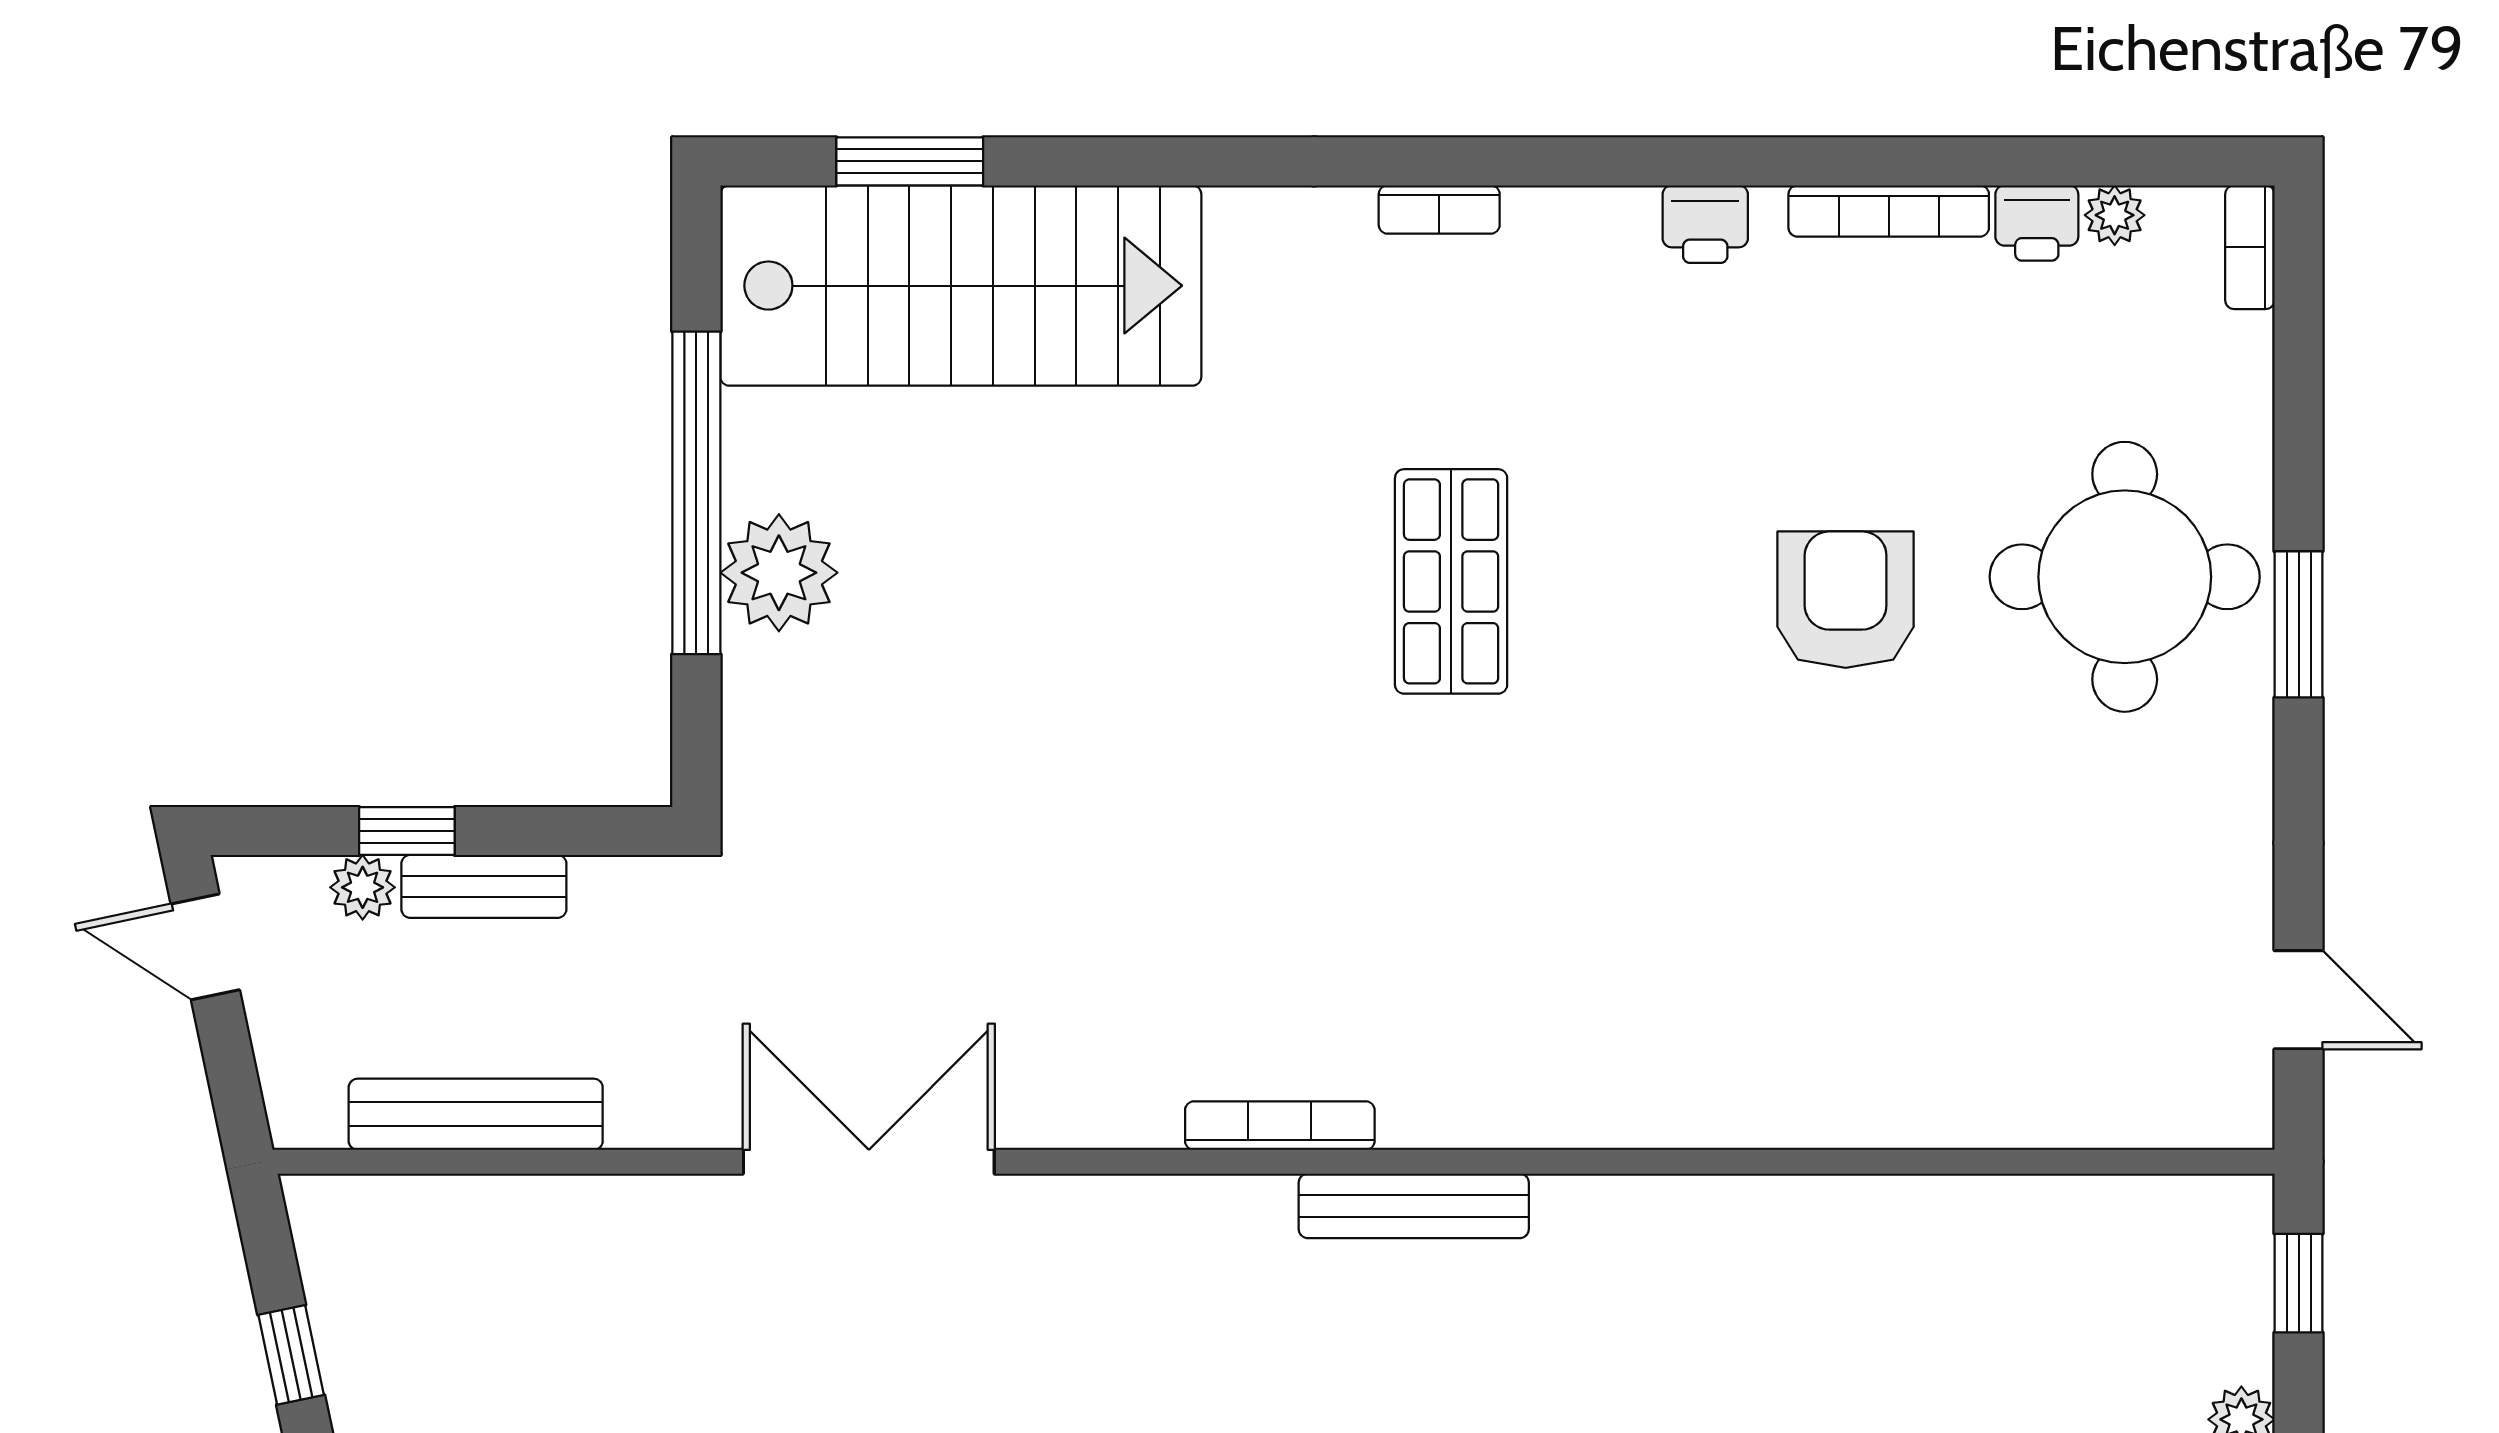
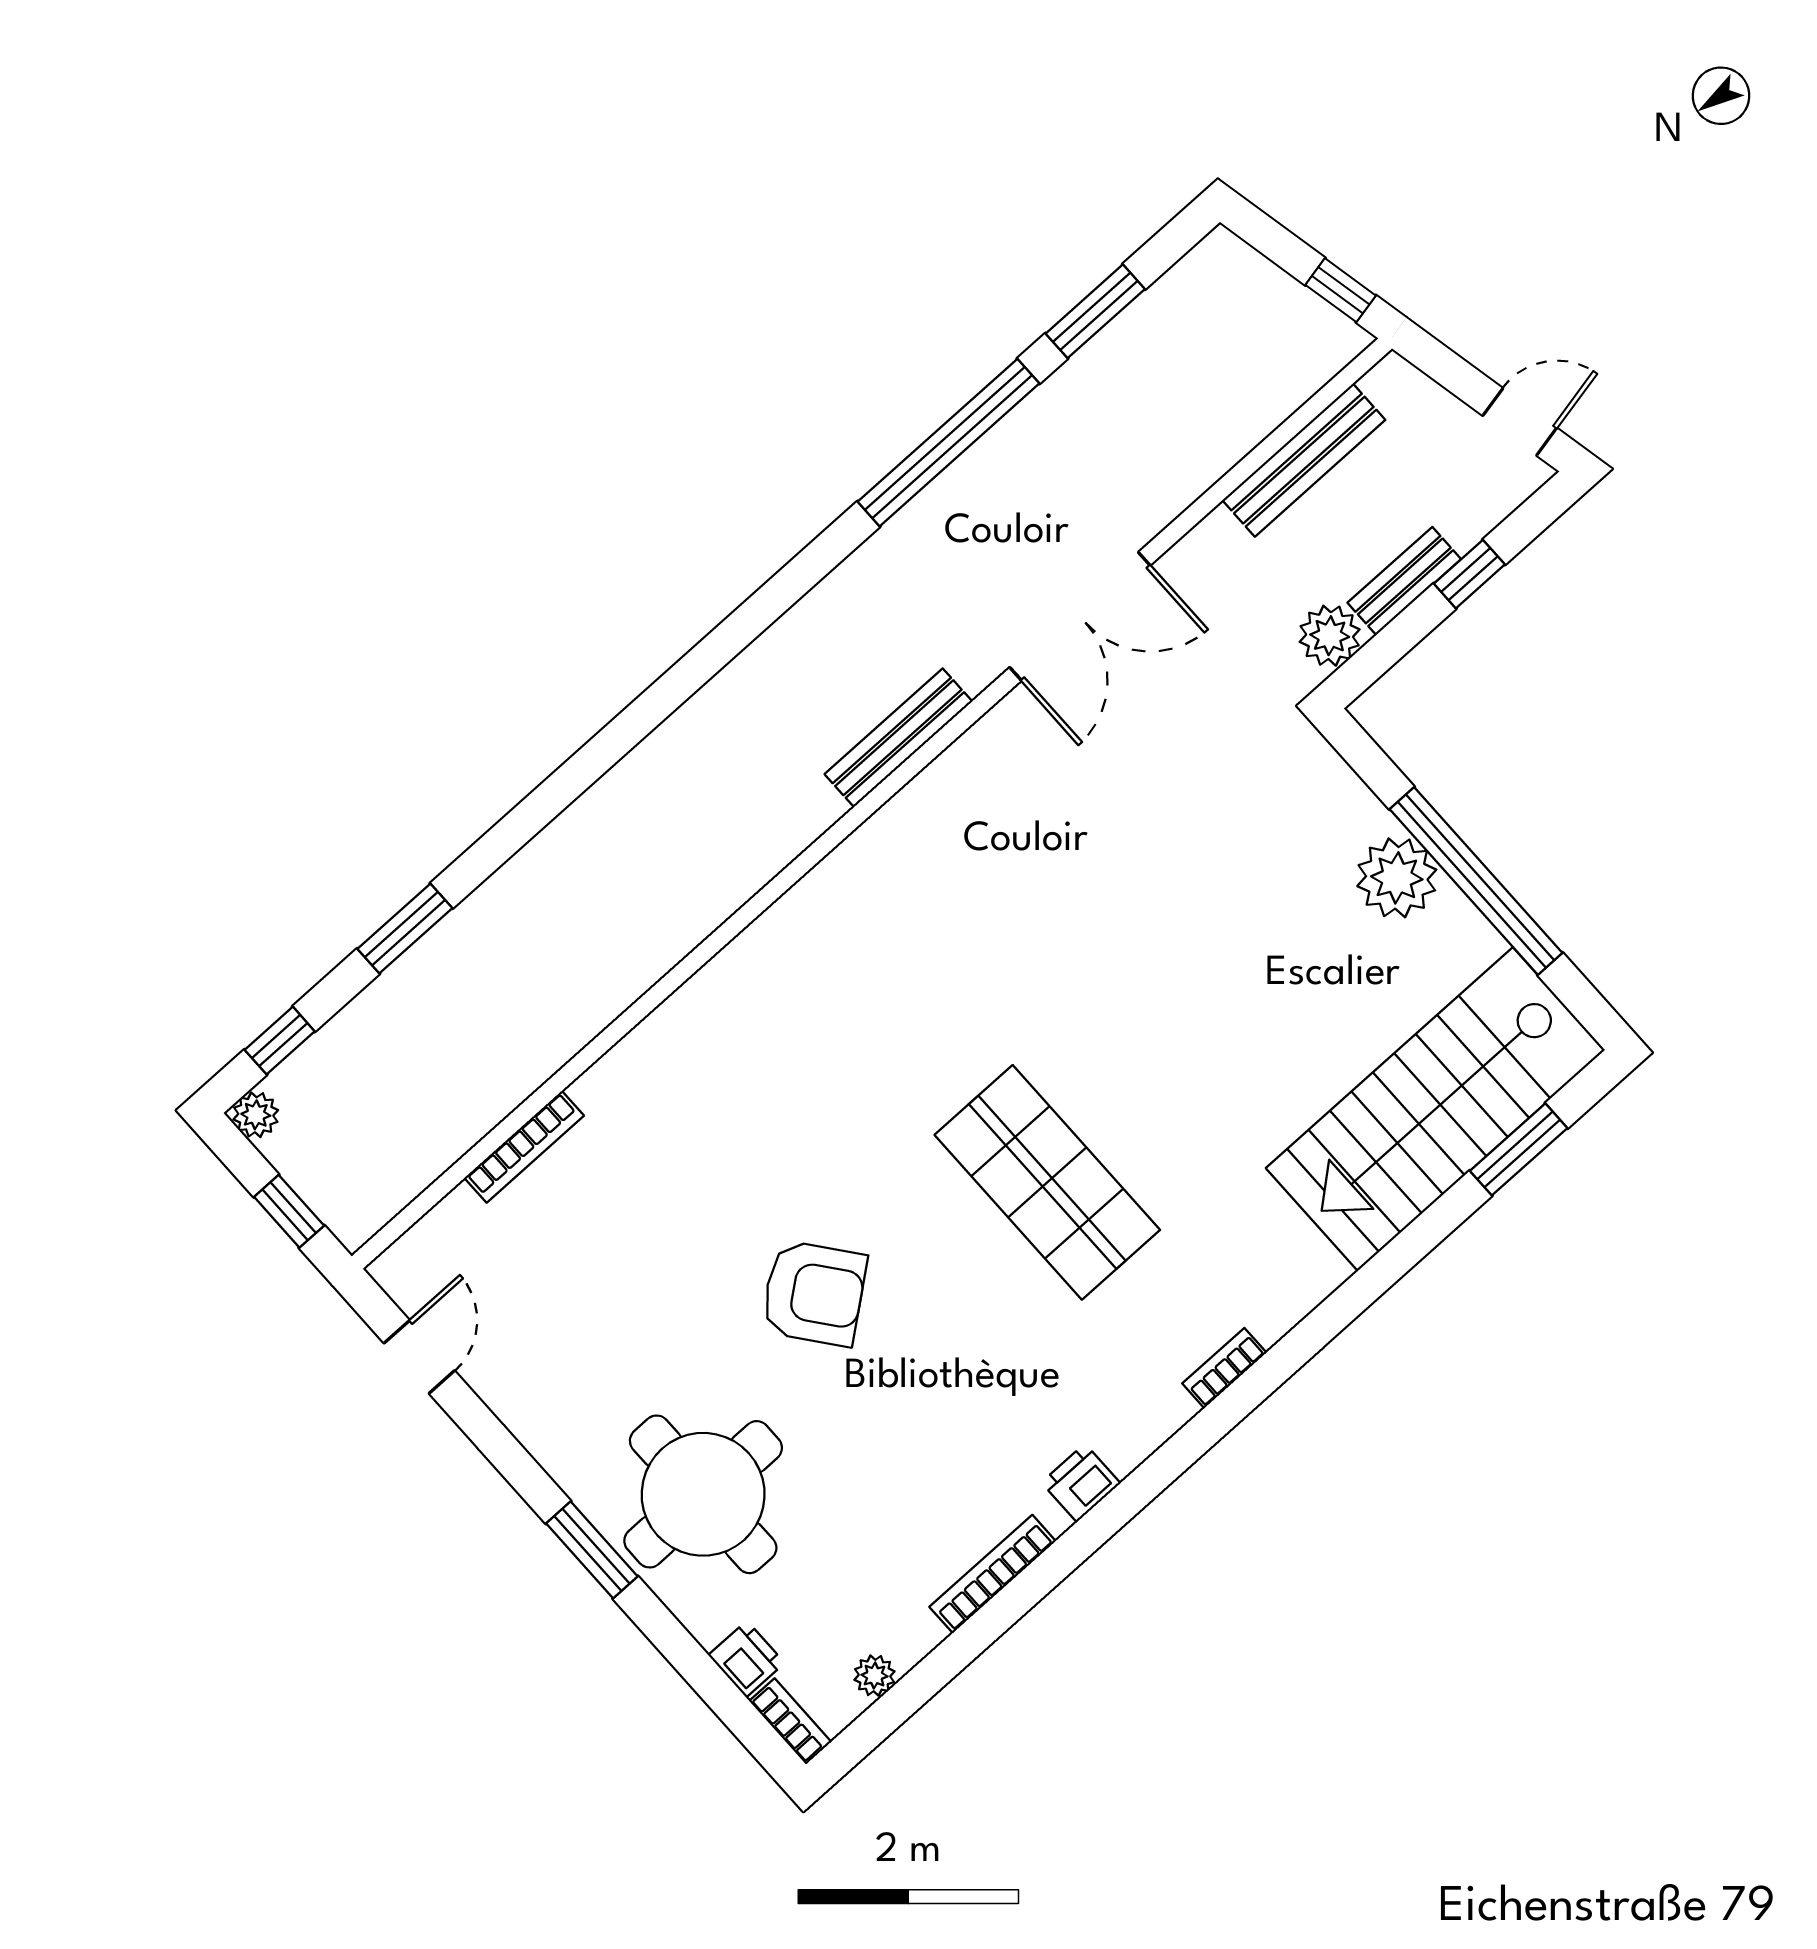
printer: (2037, 223) -> (746, 1659), moved, turned 90
shop shelf: (1451, 581) -> (1047, 1182), width x1.43, depth x1.36
armchair: (1846, 600) -> (814, 1293), moved, turned -38
plant: (363, 887) -> (1330, 636), moved, width x1.38, depth x1.38
door: (2299, 1000) -> (419, 1357), swing flipped
bookcase: (1280, 1126) -> (524, 1147), moved
bench: (1414, 1206) -> (898, 738), moved
window: (291, 1355) -> (1341, 290), moved

